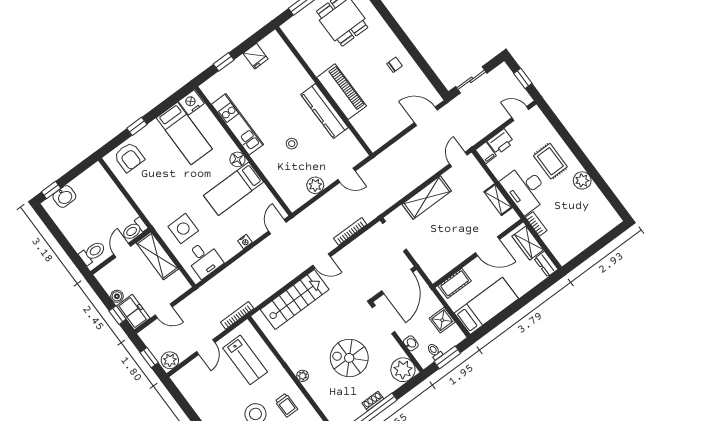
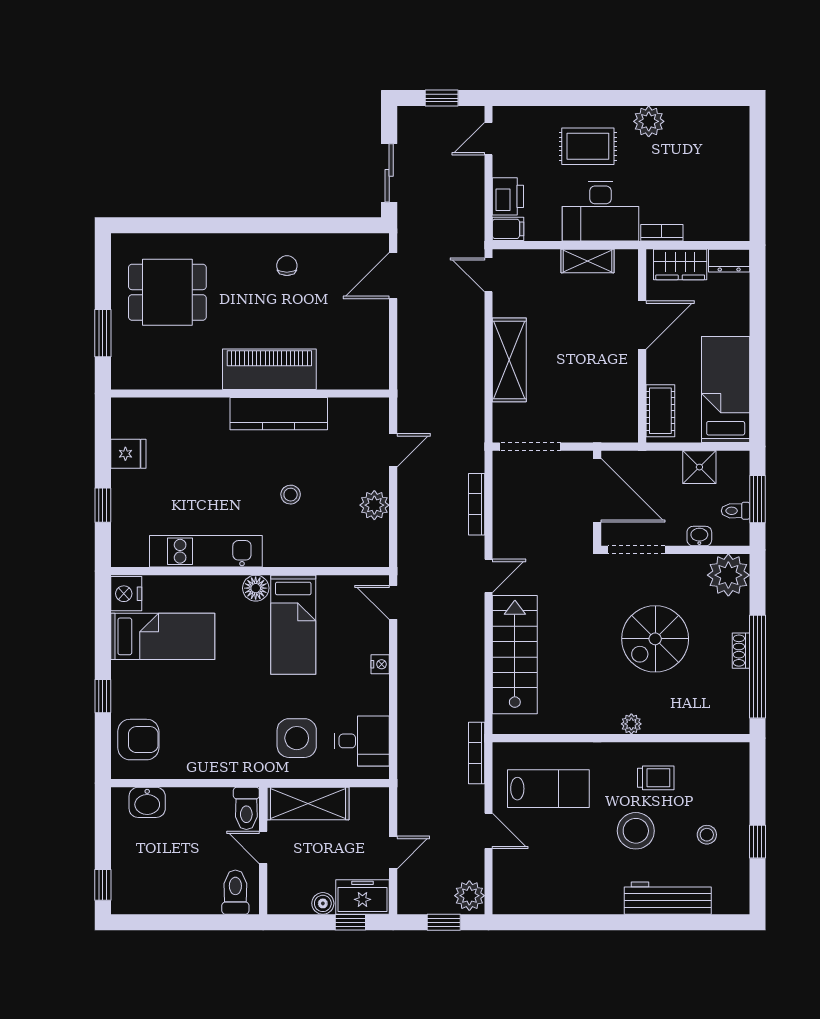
washbasin: (64, 196) -> (147, 802), moved, turned 90

